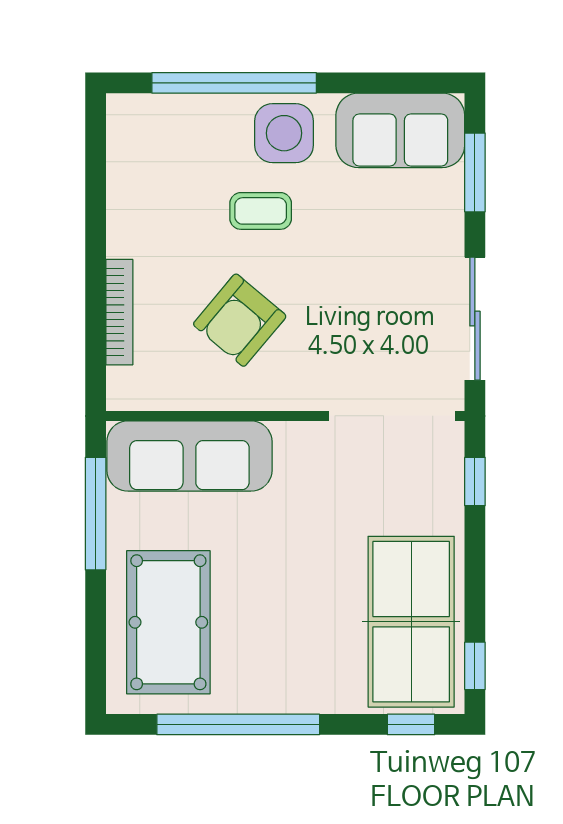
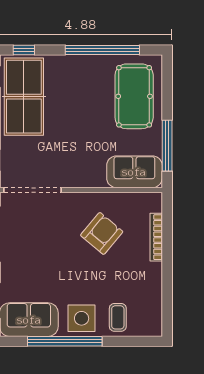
window: (234, 83) -> (65, 341), moved
coffee table: (261, 211) -> (118, 317), moved, turned 90
sofa: (189, 456) -> (134, 172), width x0.73

